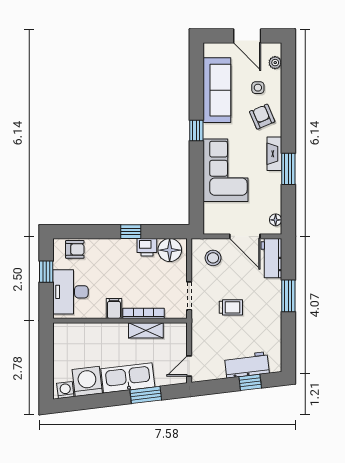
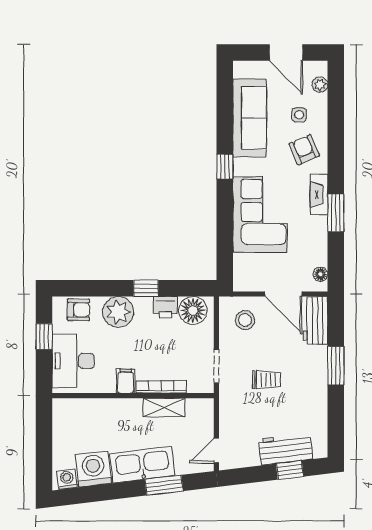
plant: (108, 251) -> (118, 312), added

